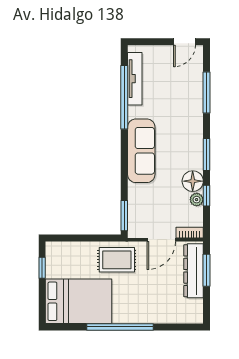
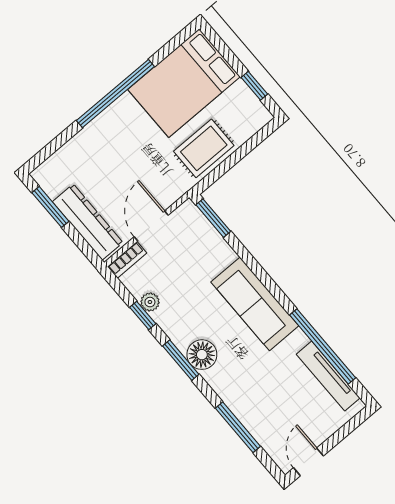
floor lamp: (193, 181) -> (202, 355), moved
rug: (117, 260) -> (204, 148), moved
window: (207, 270) -> (50, 207), moved

